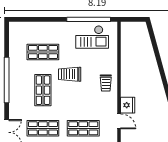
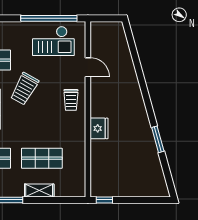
trolley: (70, 74) -> (24, 89), turned -61
door: (119, 121) -> (88, 67), moved

